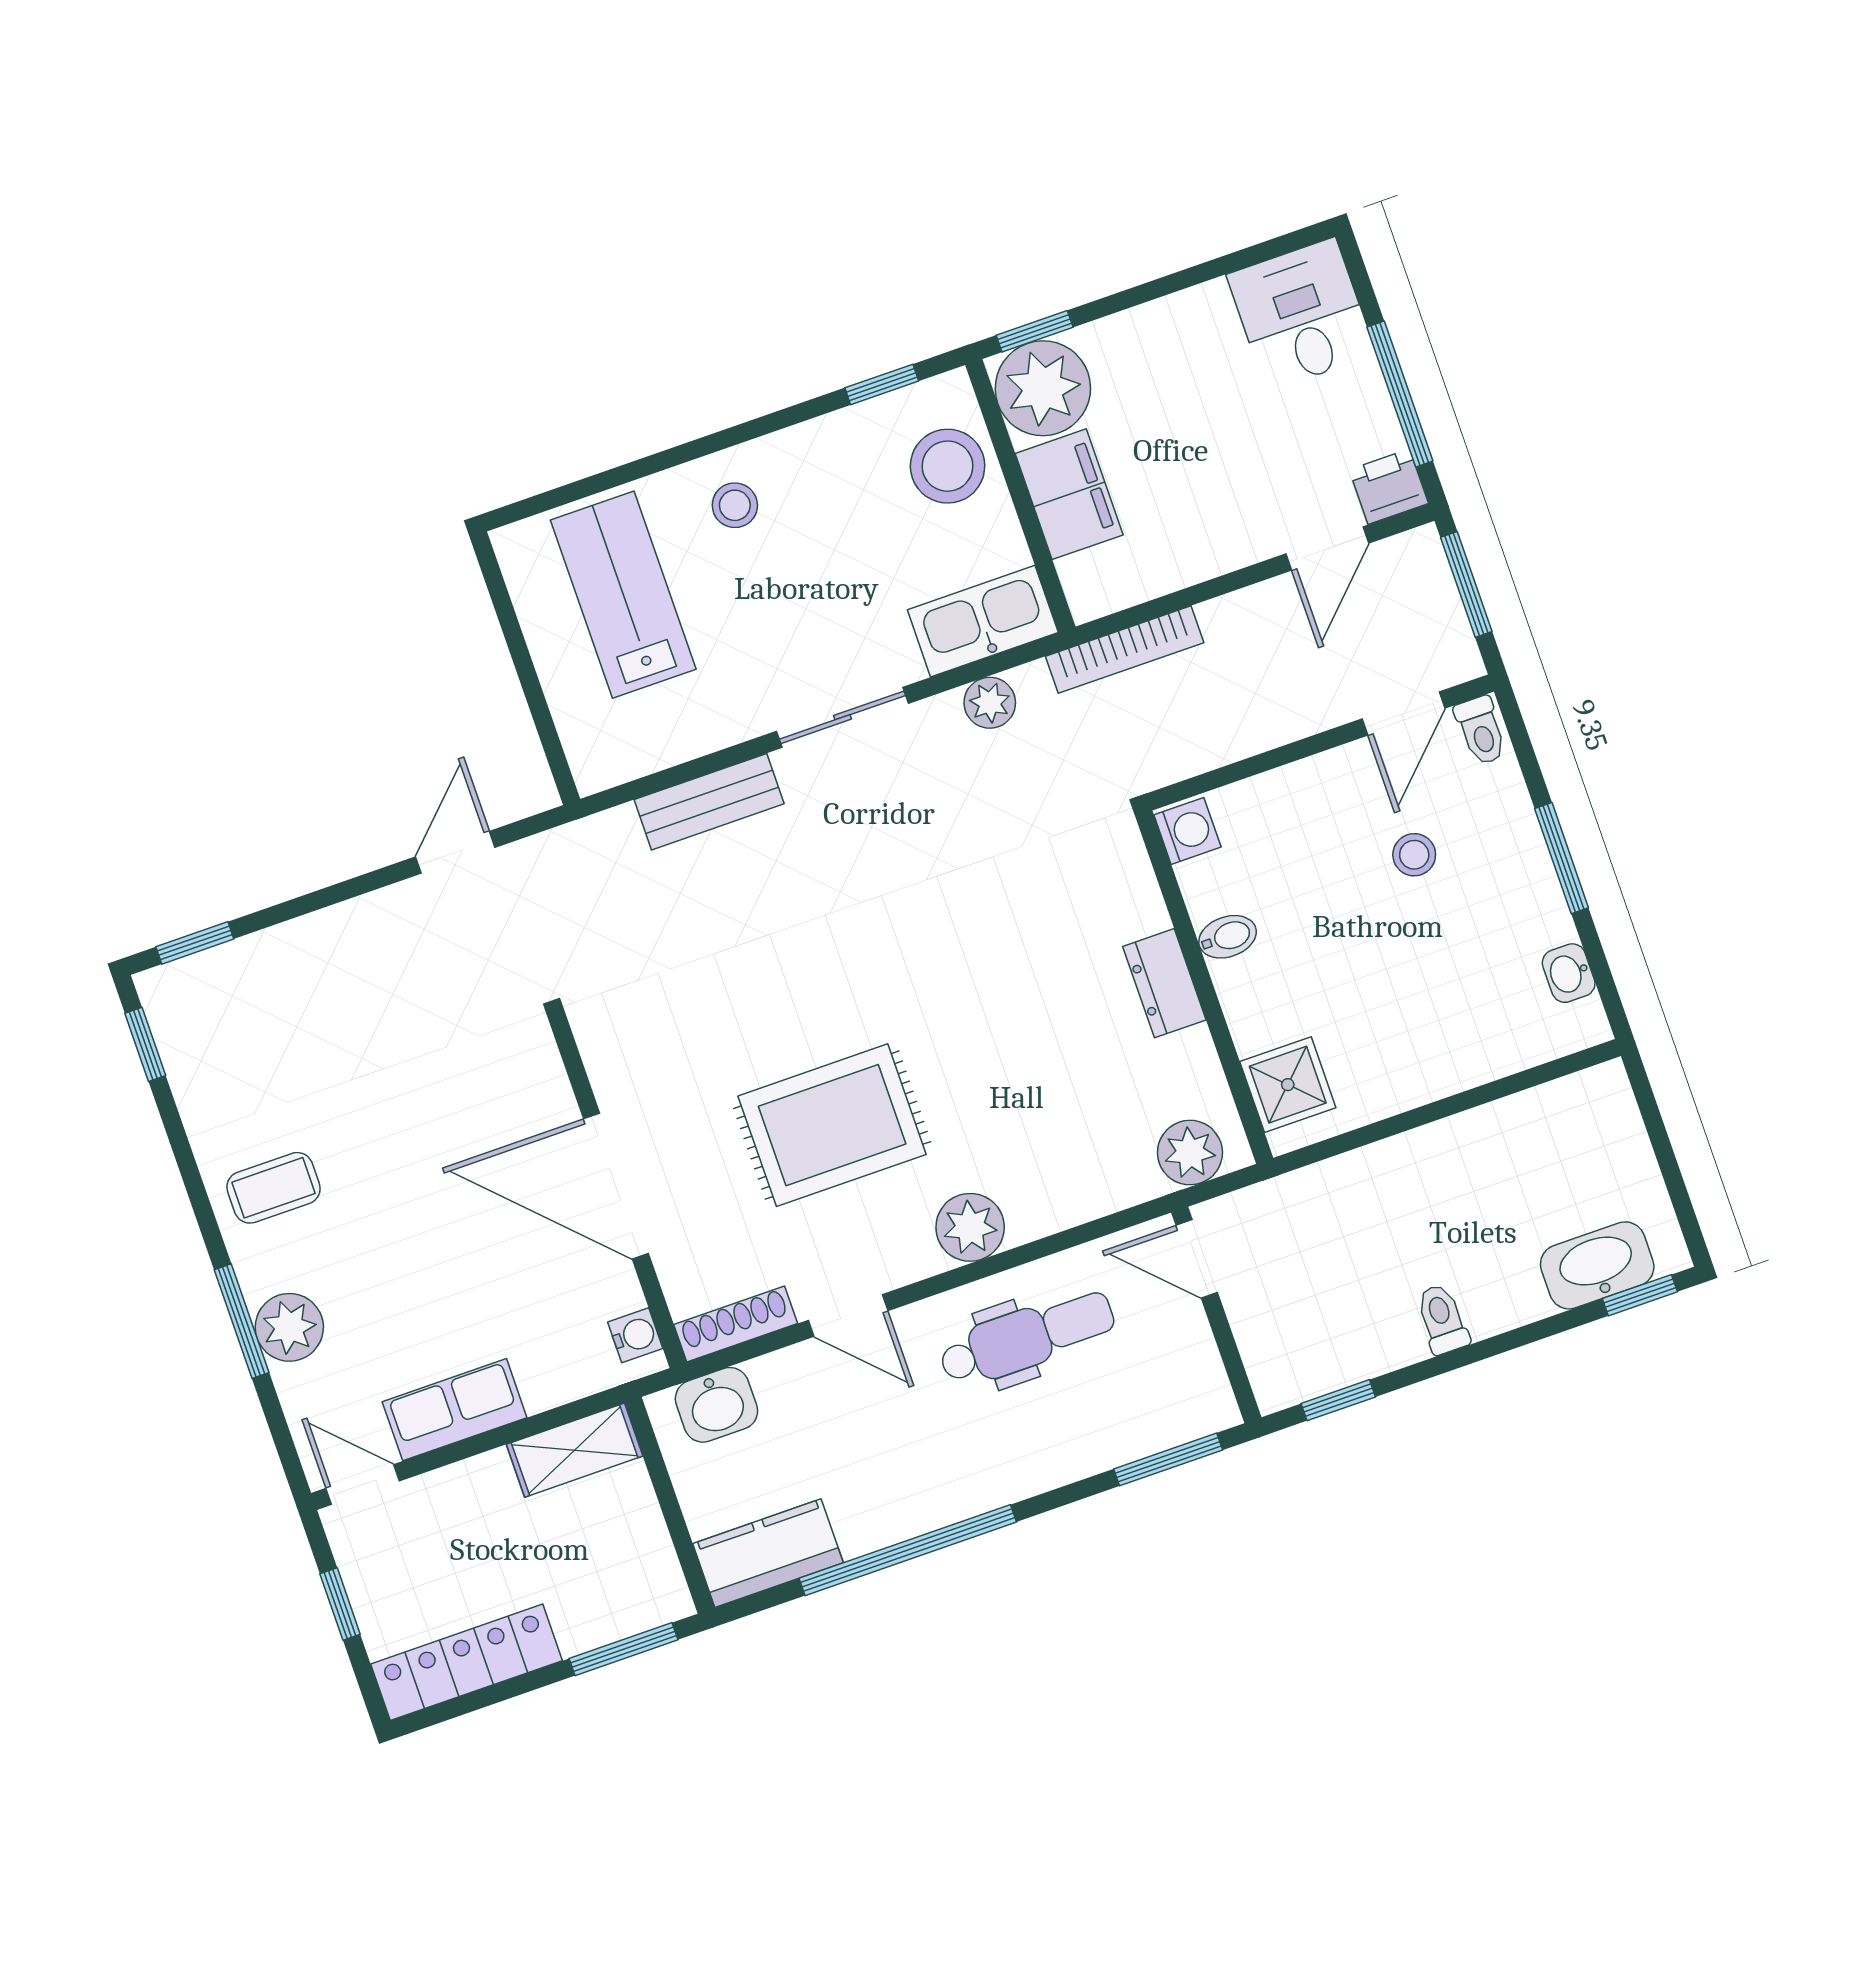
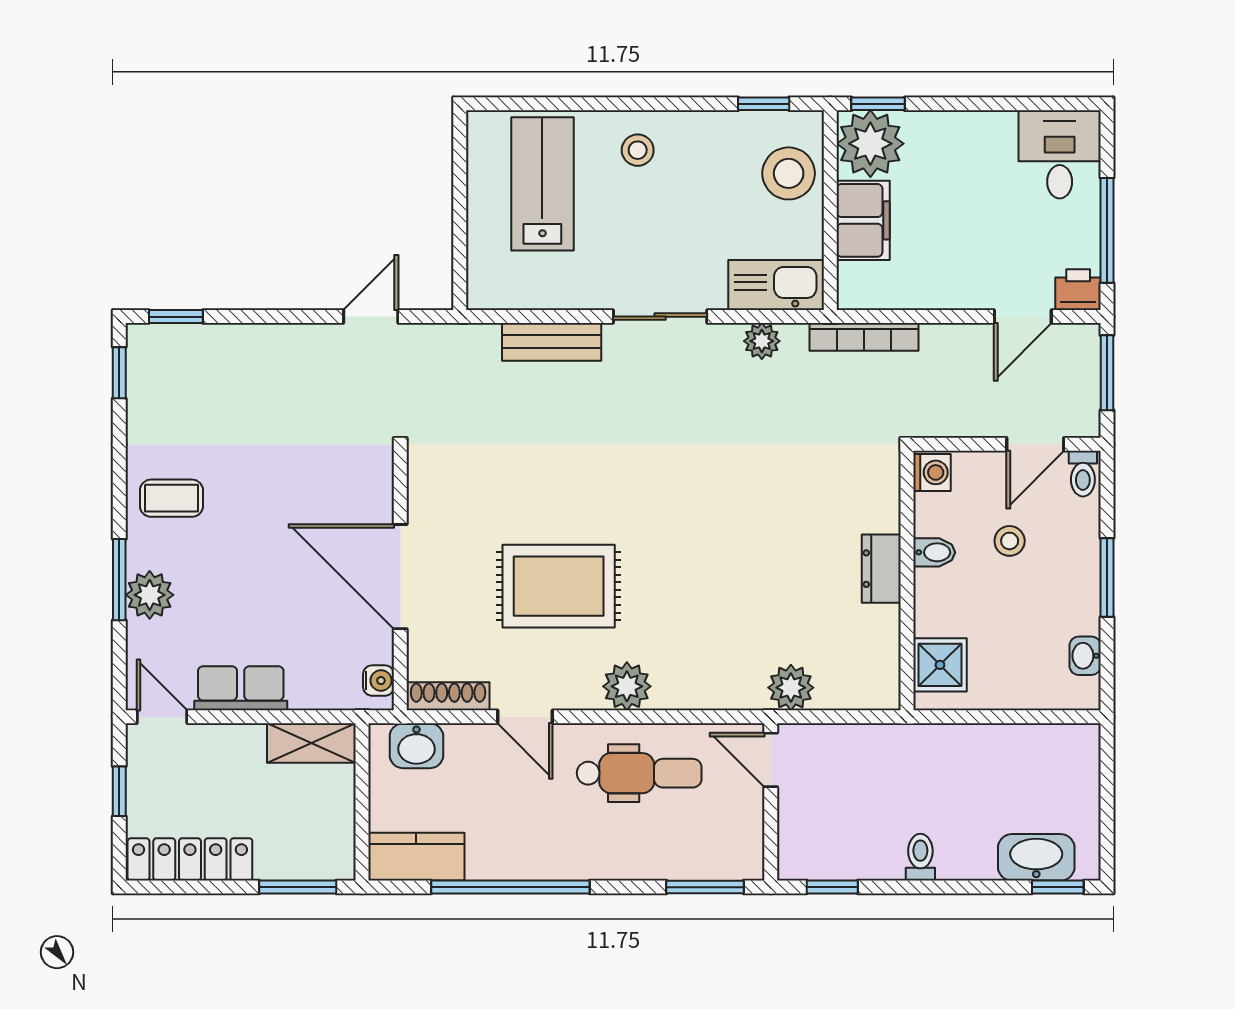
washing machine: (1187, 831) -> (932, 472), moved
bidet: (1228, 937) -> (934, 552), moved
dresser: (1164, 983) -> (881, 569), moved
wall: (1204, 987) -> (907, 581), moved
shower: (1288, 1085) -> (940, 665), moved

